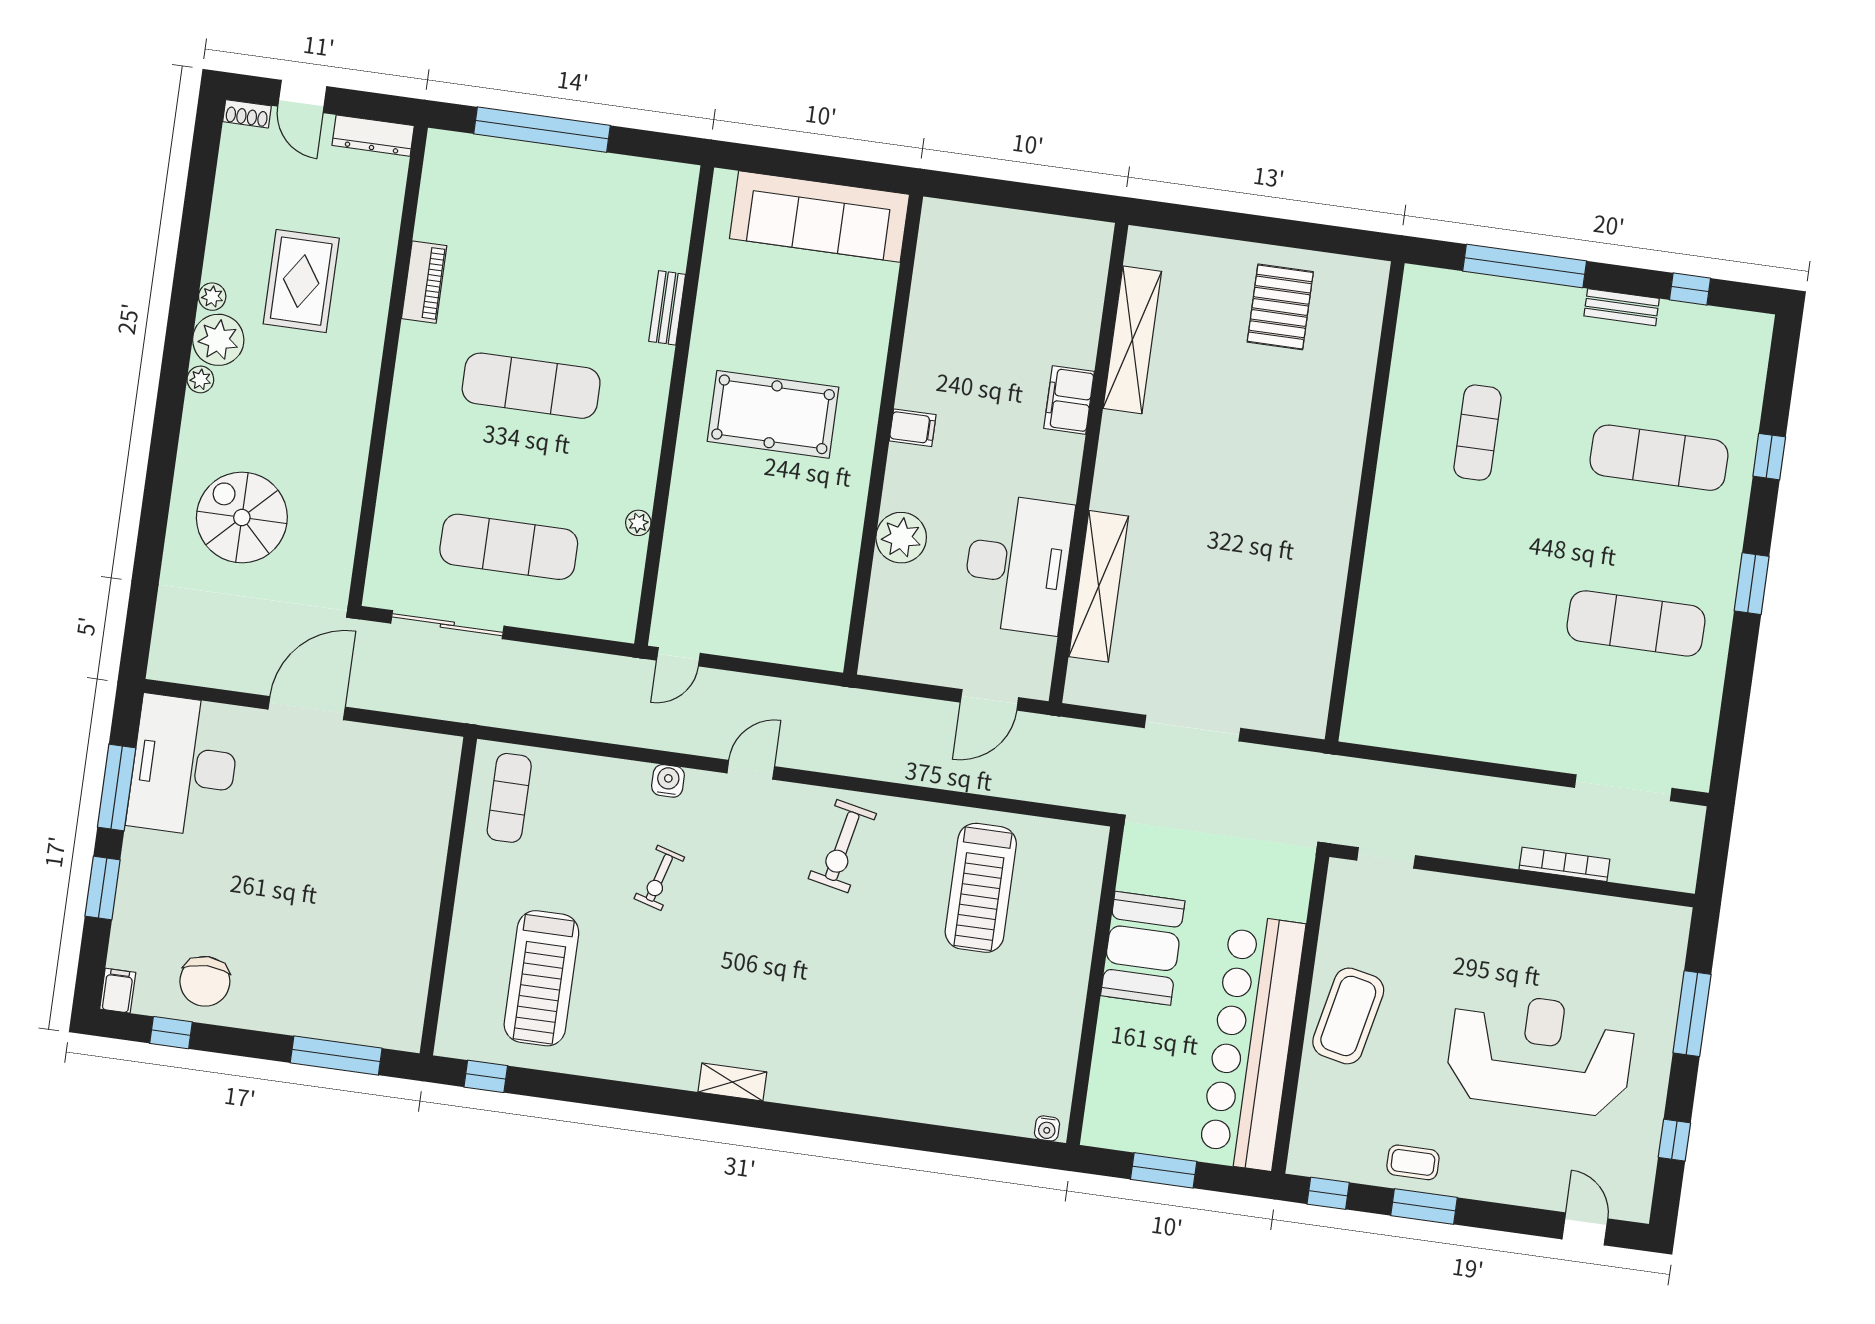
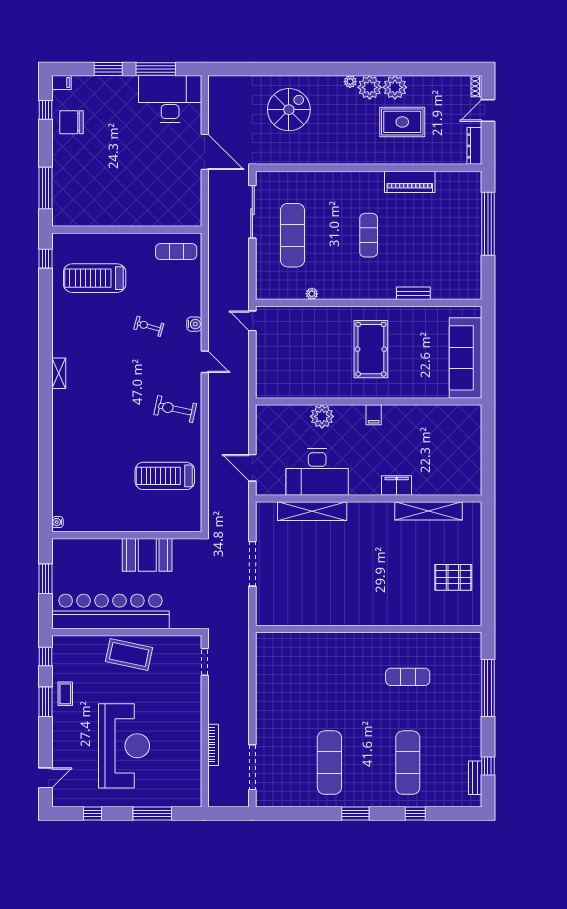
piano: (424, 282) -> (410, 182), width x1.37, depth x1.33
plant: (212, 297) -> (395, 87), width x1.88, depth x1.88
bench: (1622, 307) -> (475, 778), moved
exercise mat: (531, 386) -> (369, 235), width x0.73, depth x0.69

